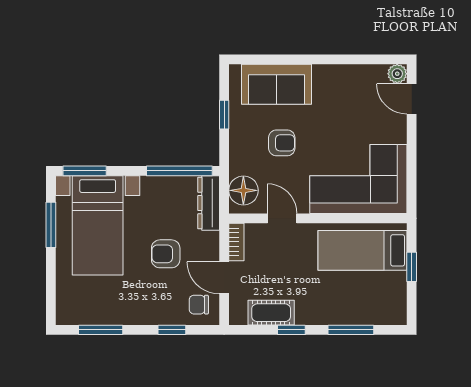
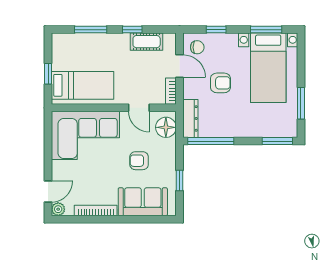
bookcase: (344, 72) -> (96, 210), added
door: (412, 99) -> (48, 191), hinge flipped
bed with nightstands: (98, 225) -> (268, 68), moved, turned 180

